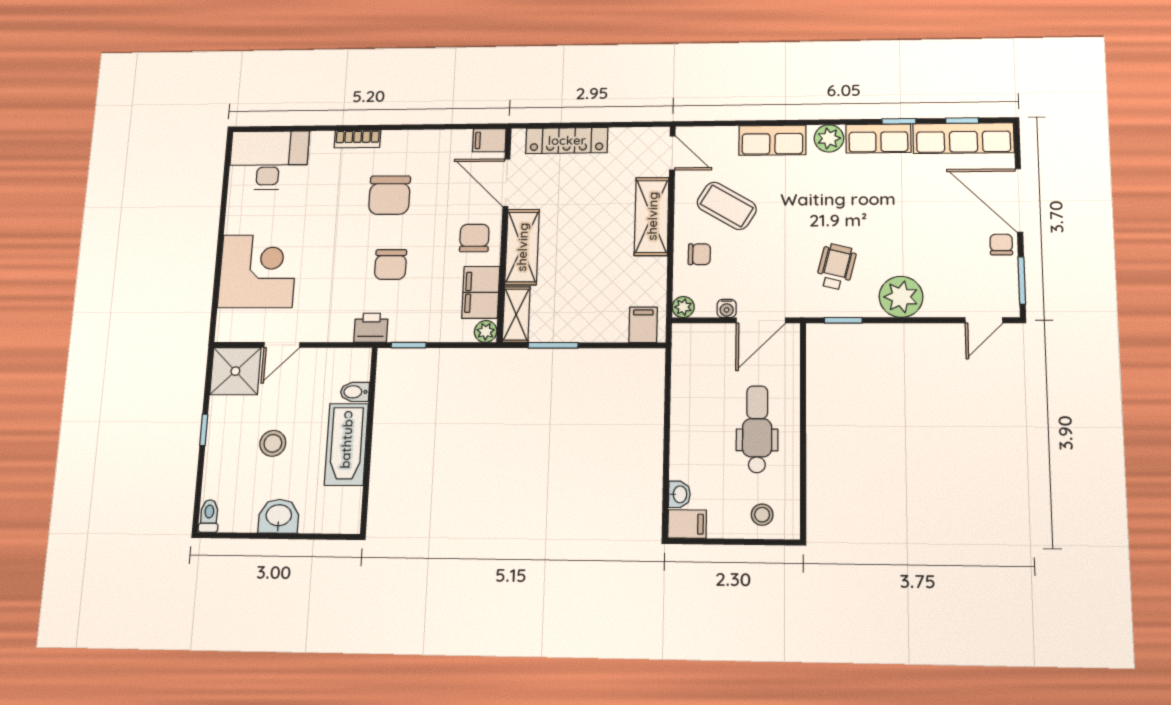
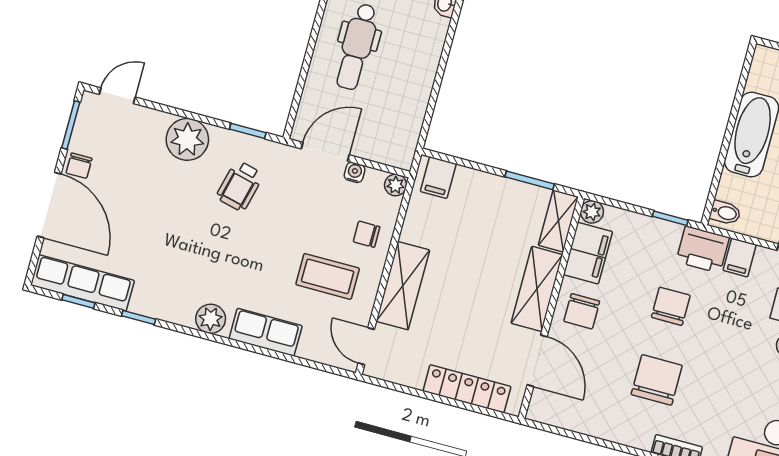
row of seats: (878, 138) -> (163, 305), removed
filing cabinet: (489, 140) -> (740, 258), moved, turned 90
coffee table: (727, 206) -> (328, 276), turned -31
printer: (371, 328) -> (703, 250), width x1.36, depth x1.24
bidet: (355, 392) -> (725, 213), moved

